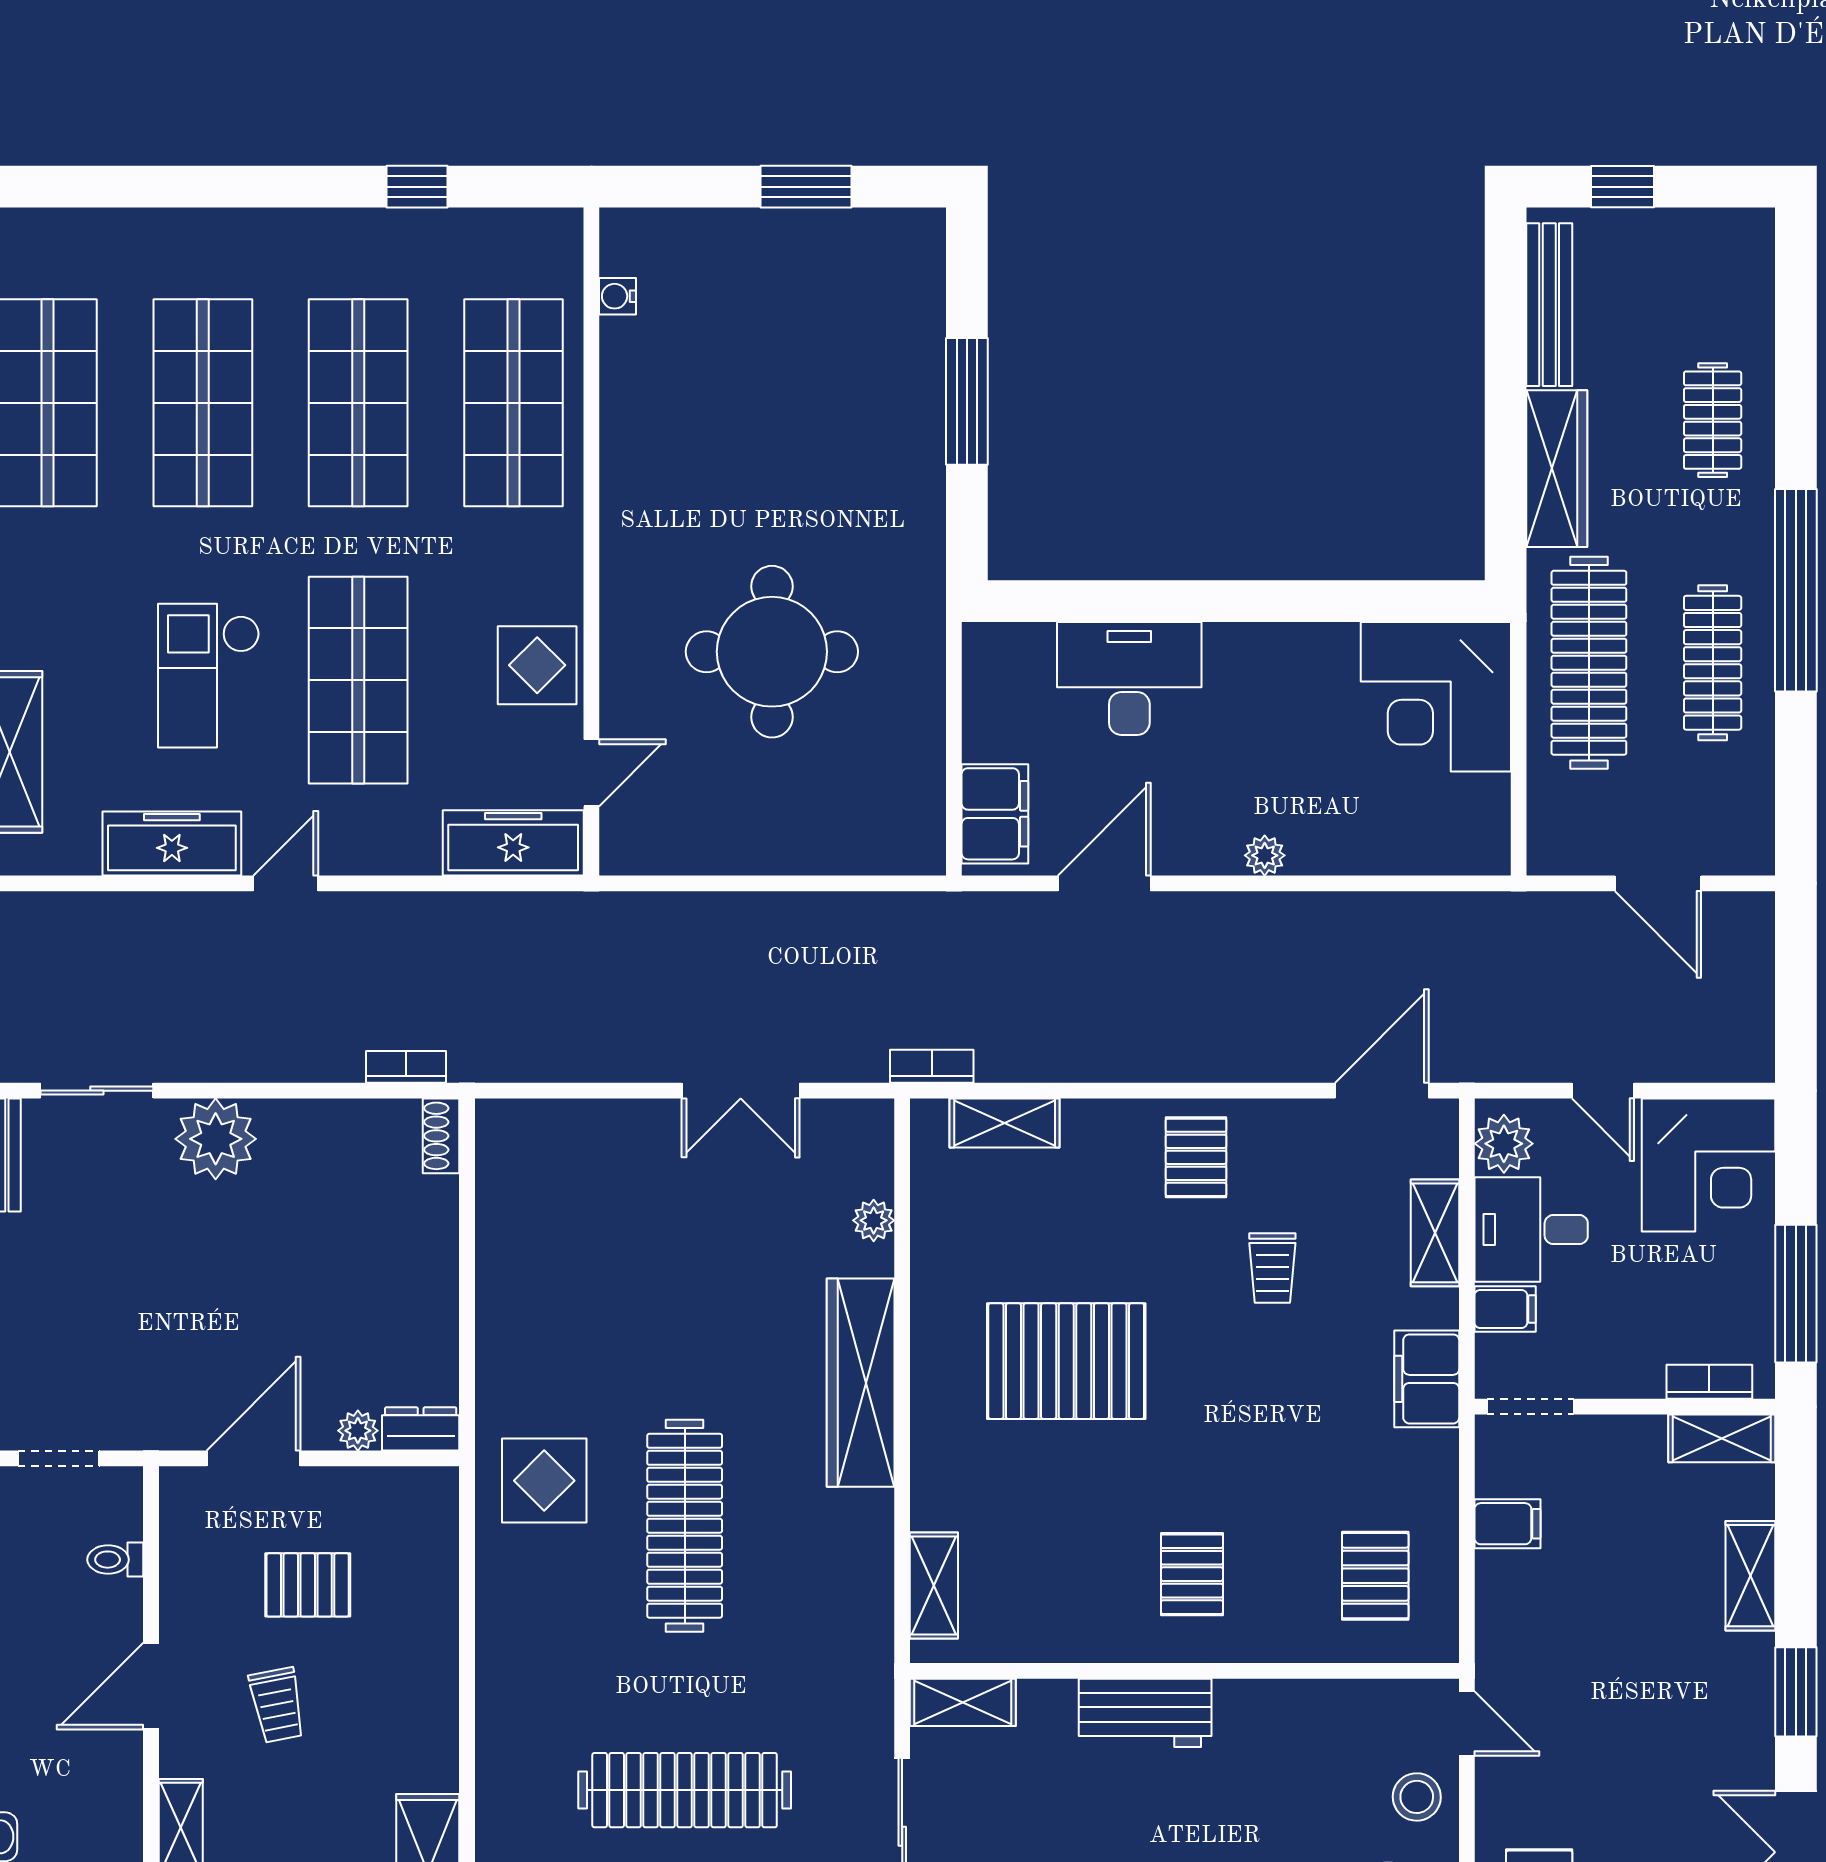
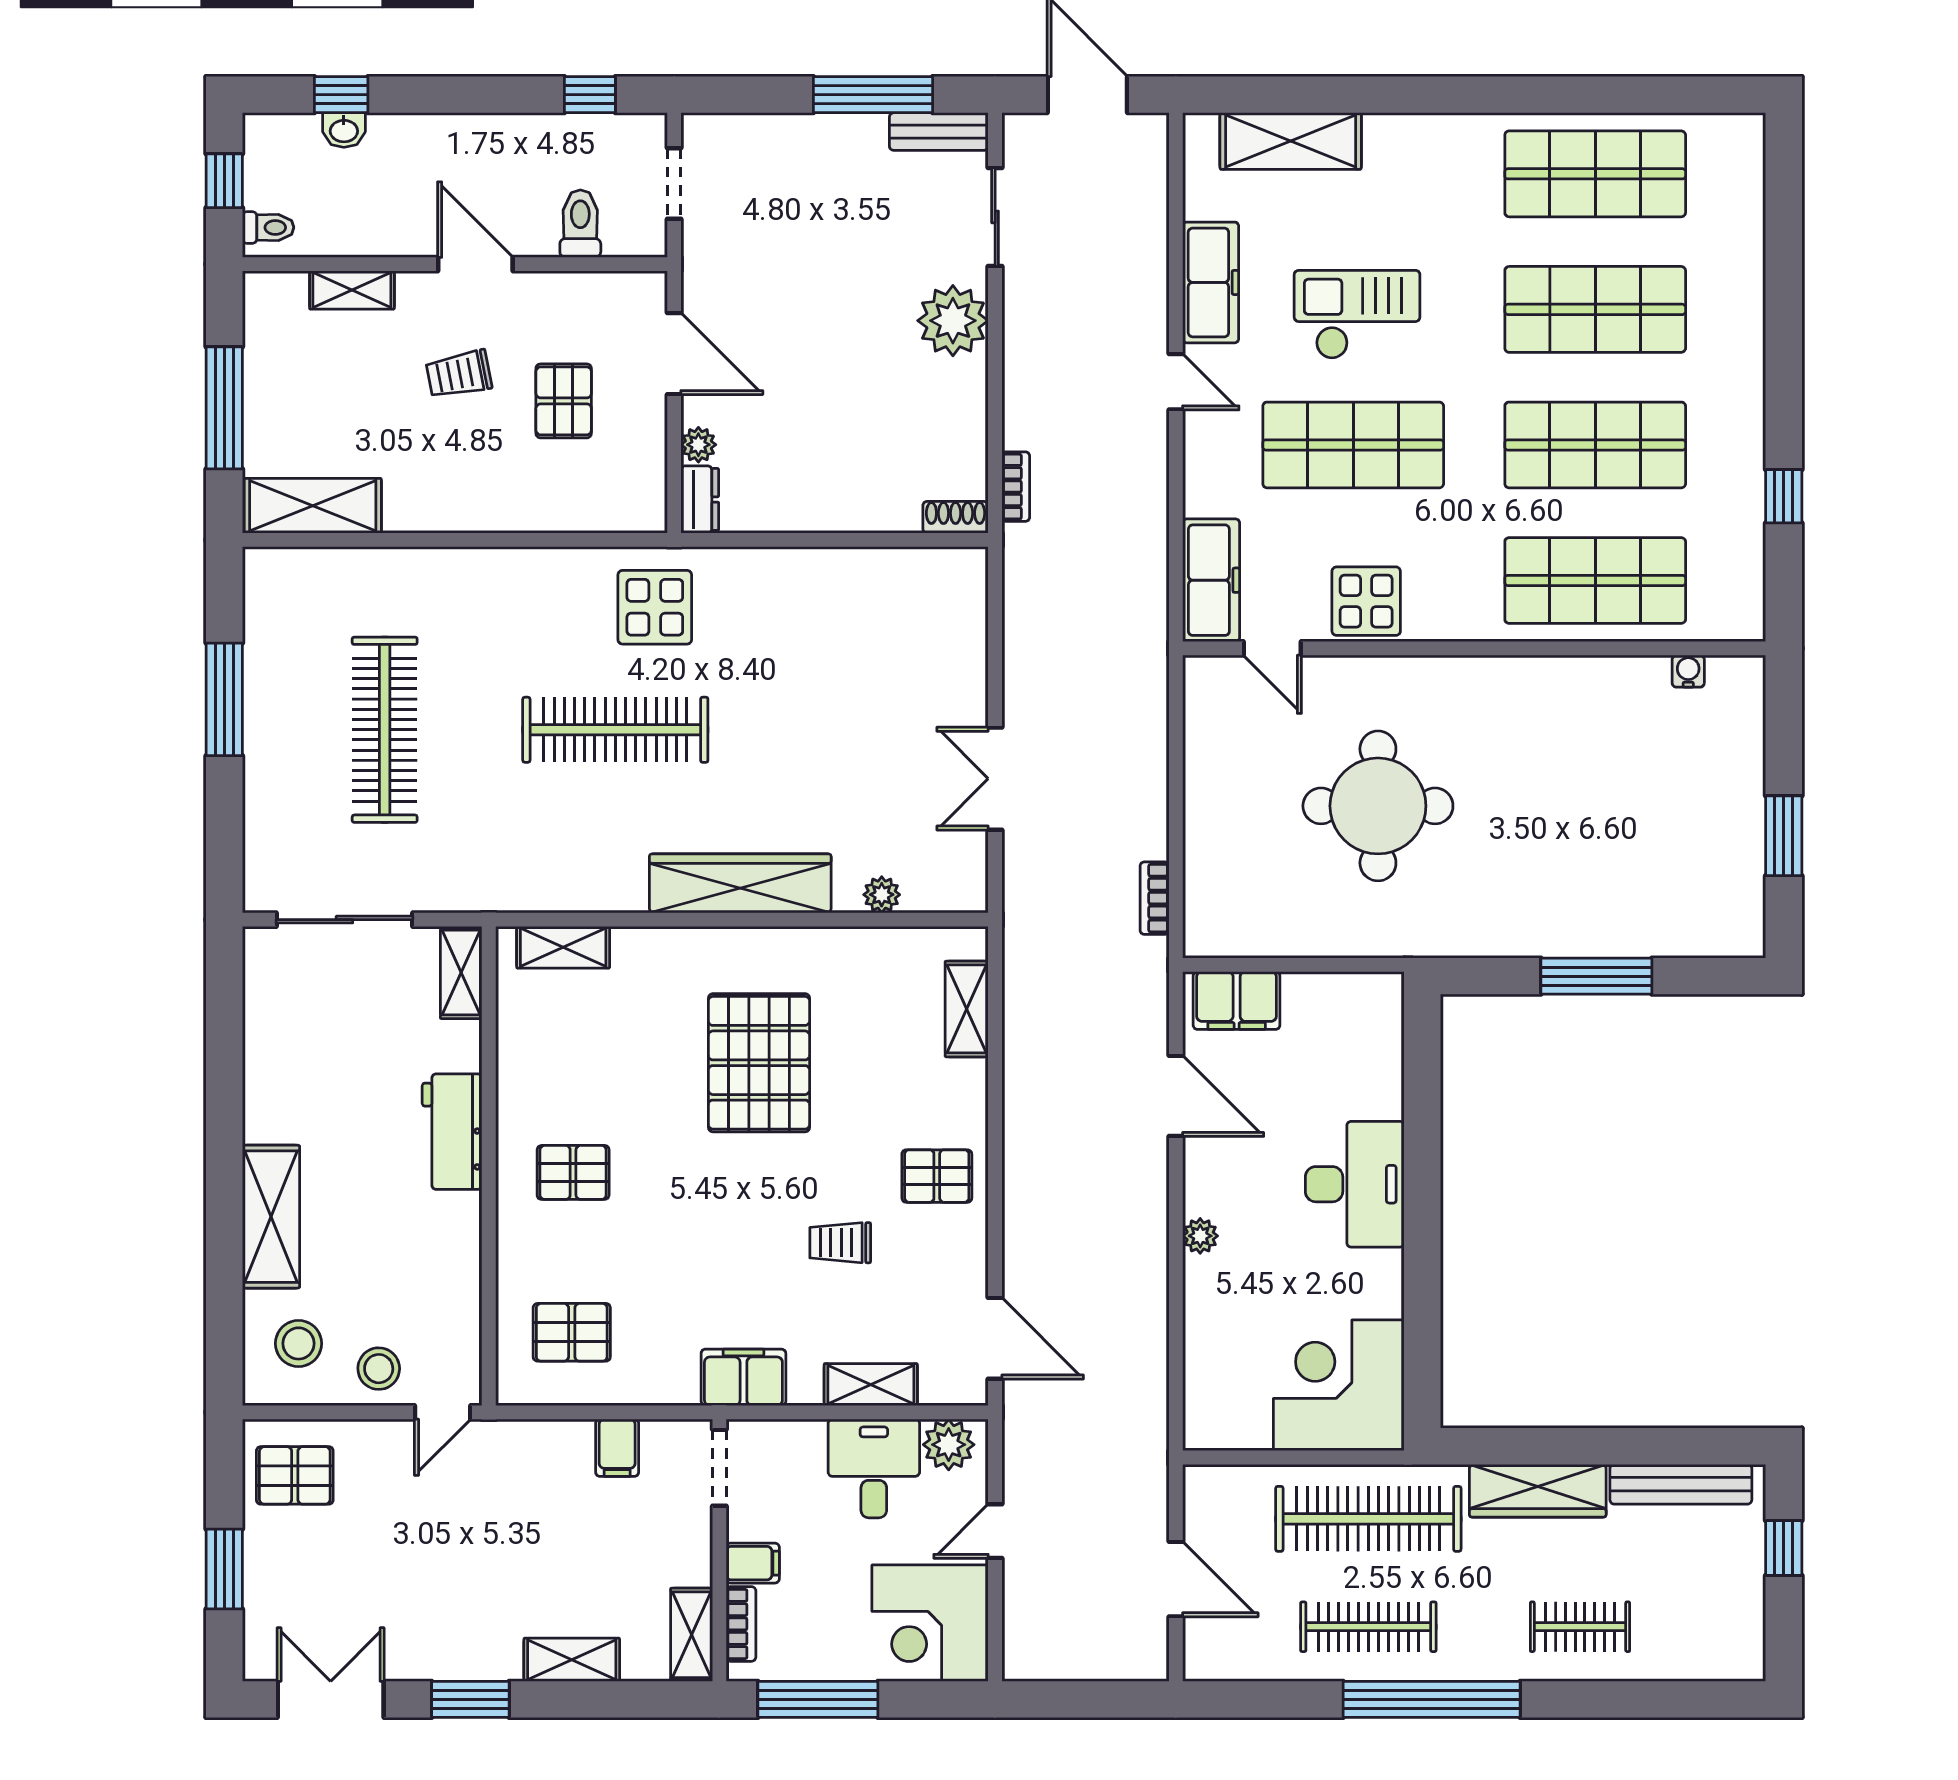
desk: (1129, 678) -> (1355, 1184), moved
door: (1658, 883) -> (1176, 1579), swing flipped
bookcase: (932, 1066) -> (1155, 898), moved, turned 180
filing cabinet: (1505, 1309) -> (753, 1563), moved, turned -90
toilet: (115, 1560) -> (580, 224), width x1.37, depth x1.39

